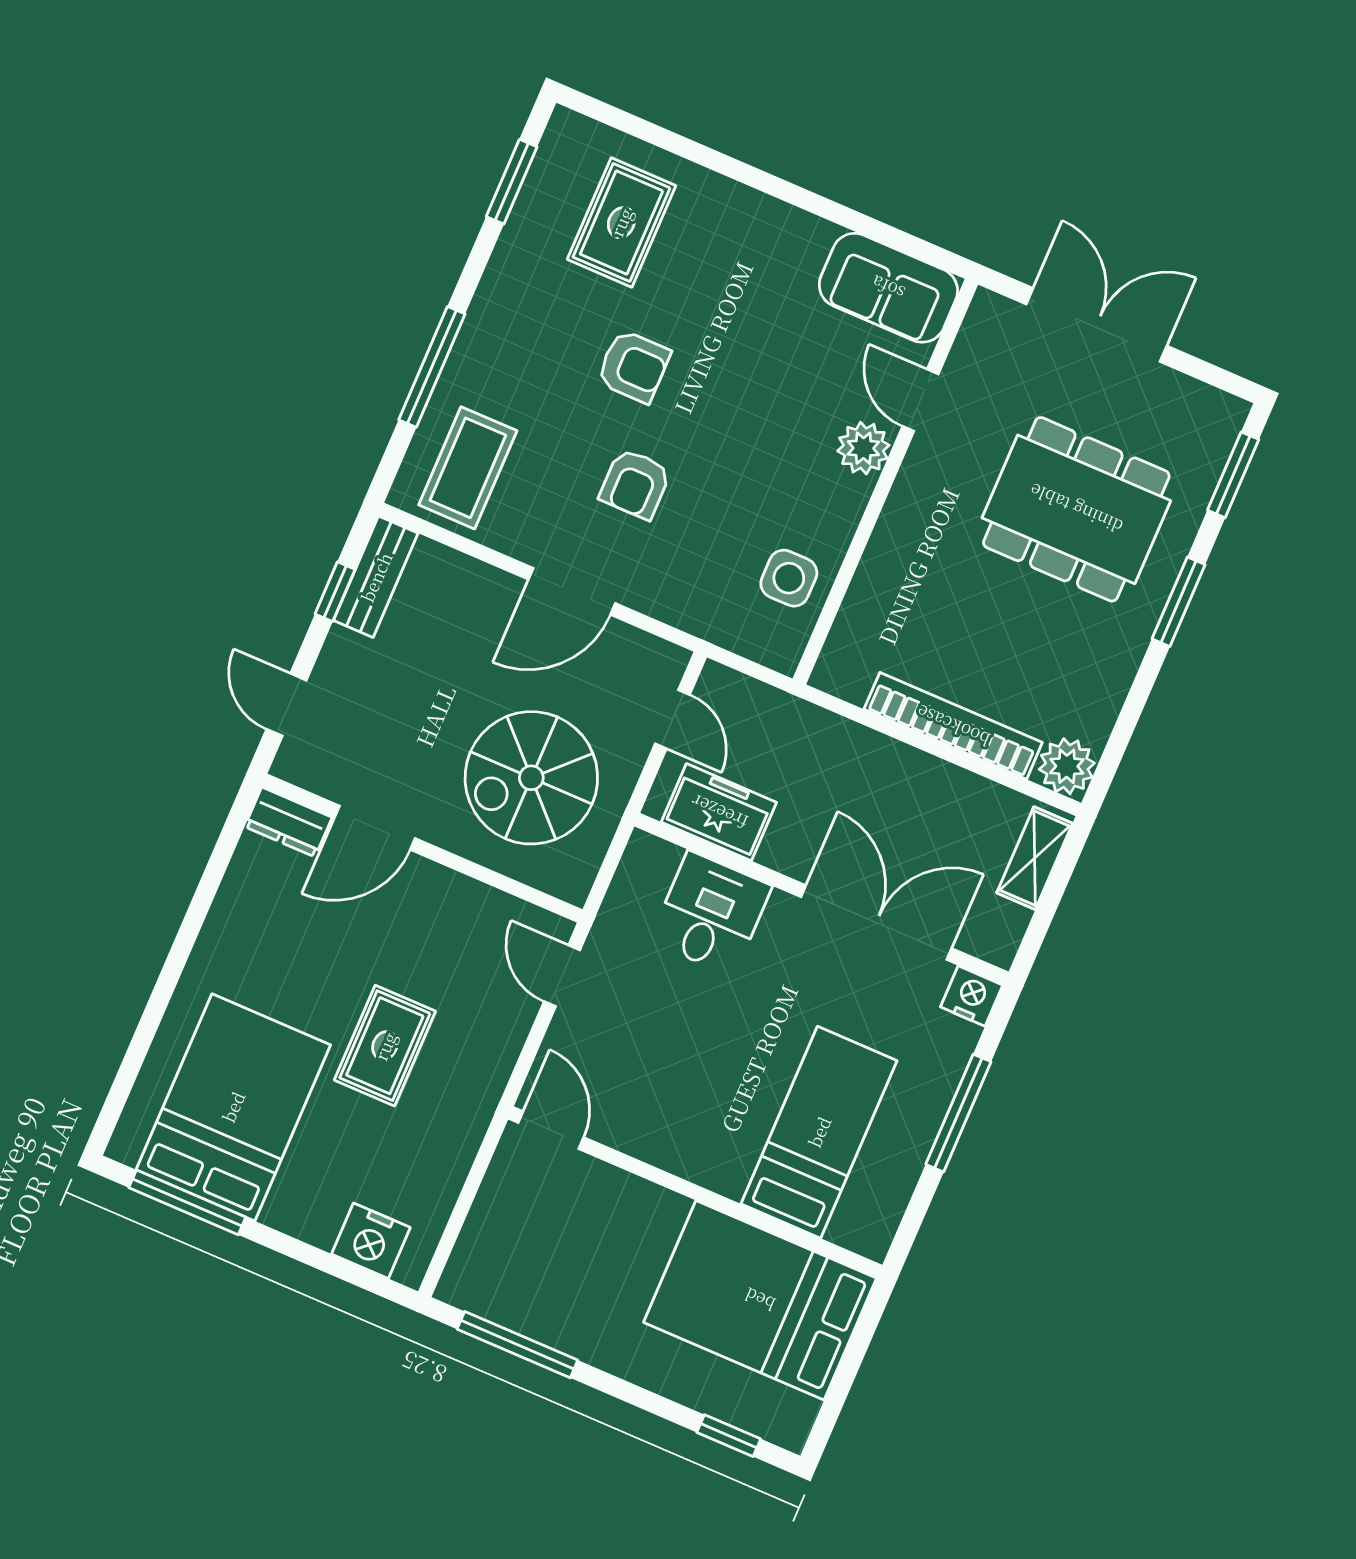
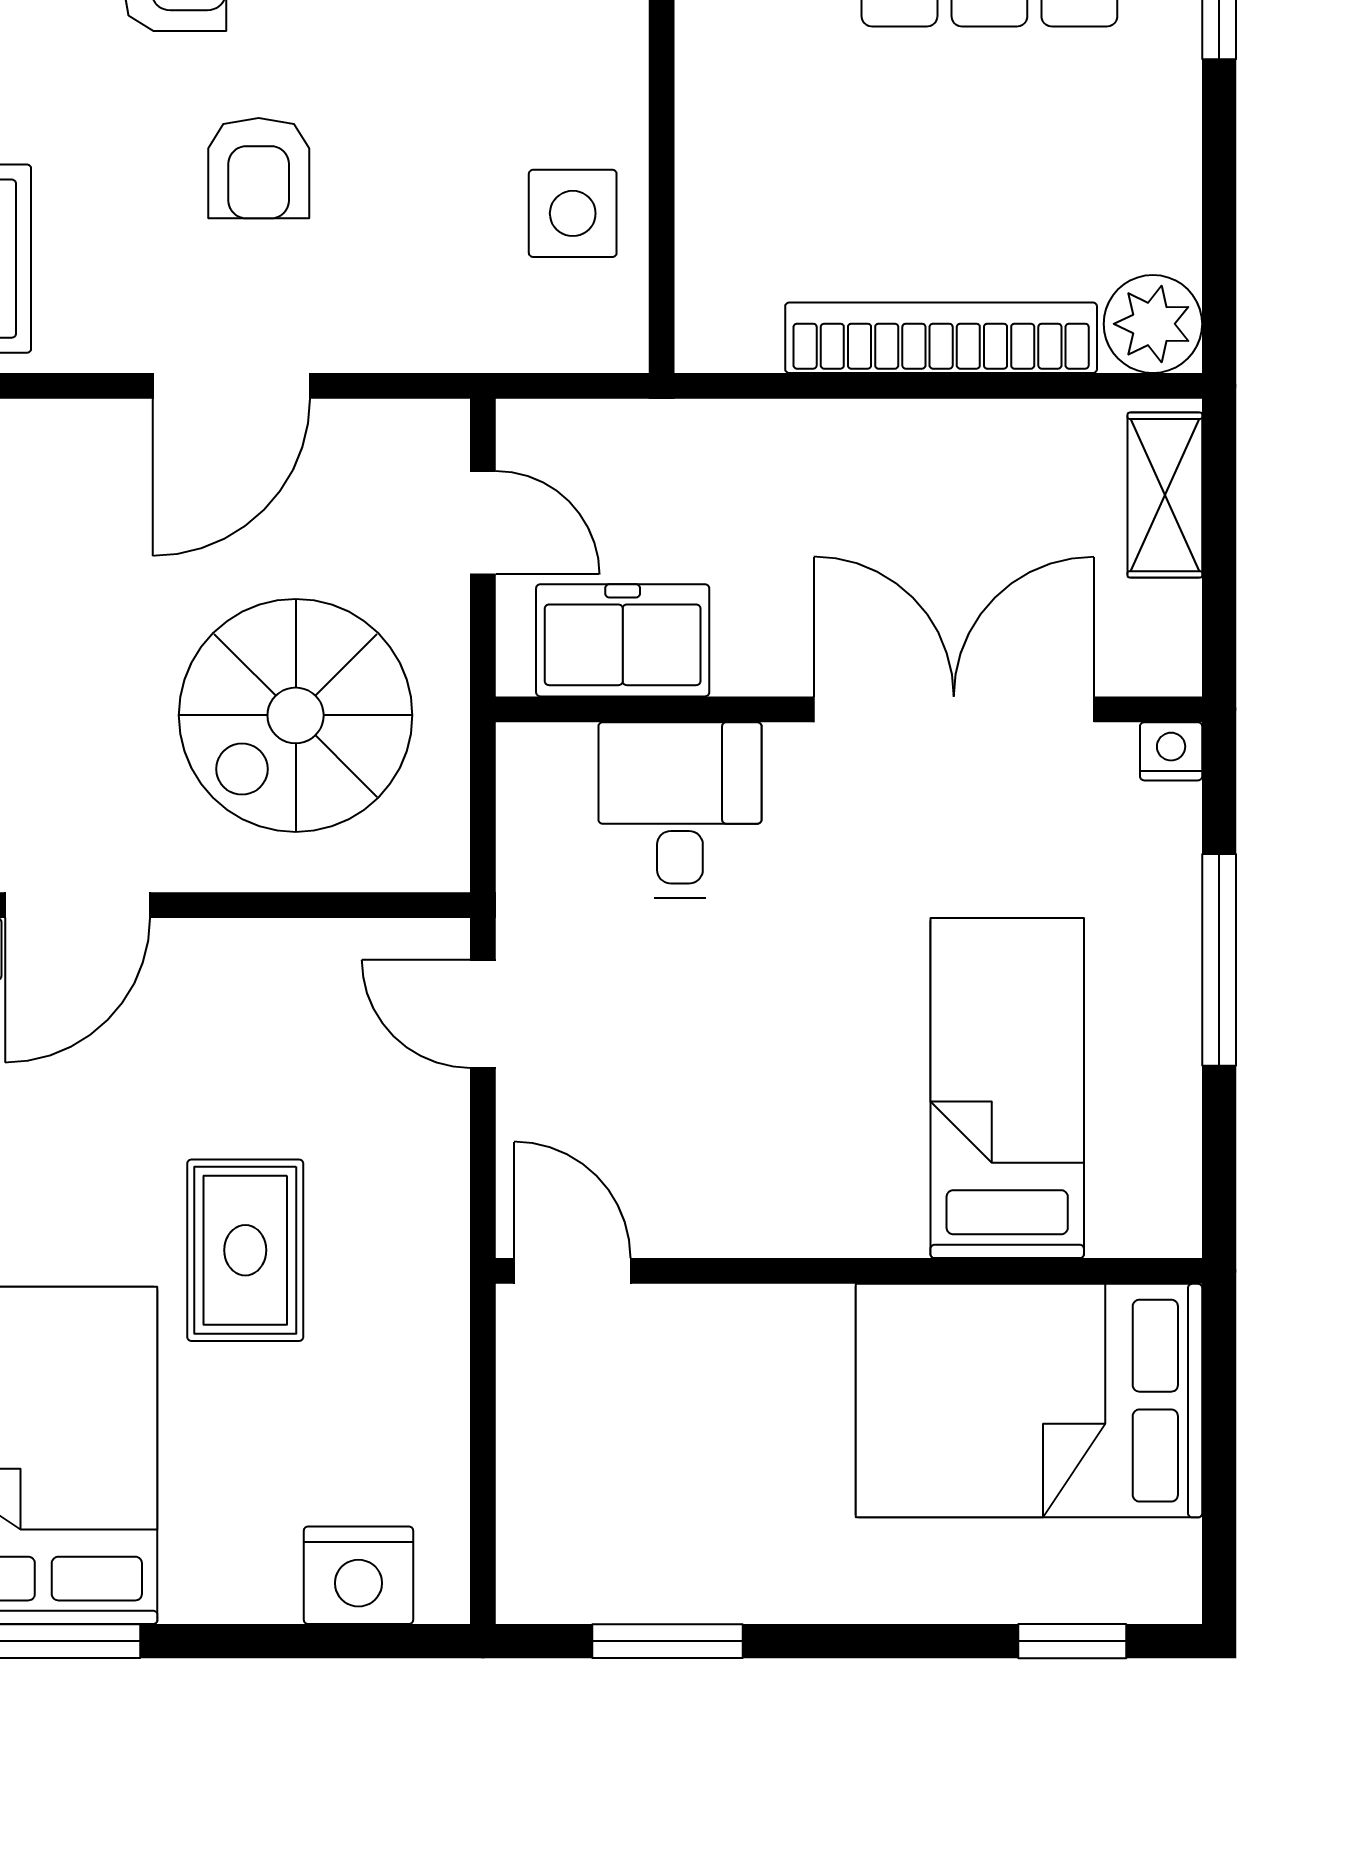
nightstand: (972, 996) -> (1171, 751), width x0.72, depth x0.74
window: (517, 1345) -> (668, 1641), width x0.69

